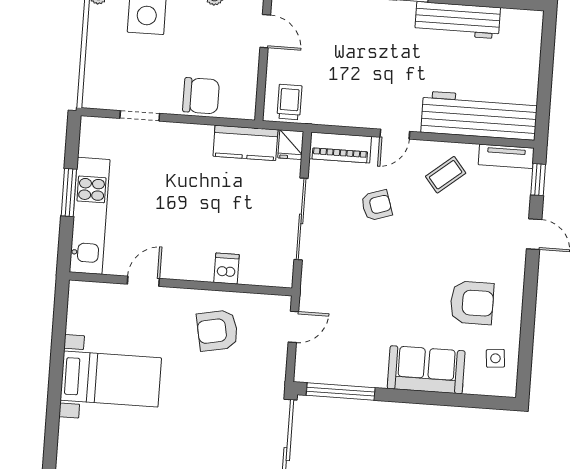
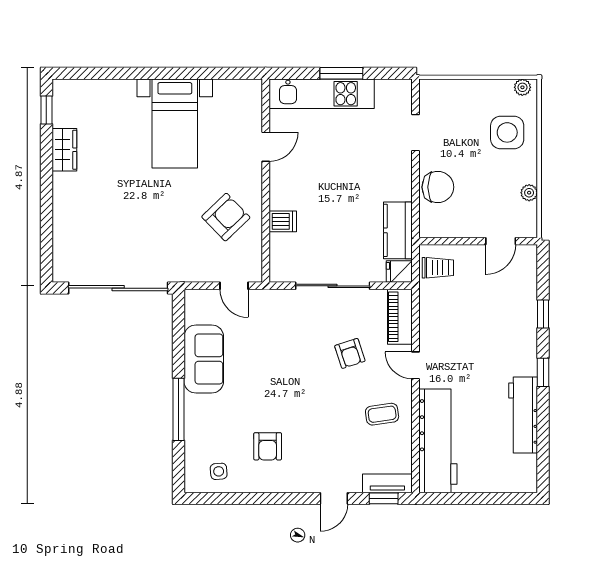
chair: (201, 96) -> (438, 187), turned -90
tv unit: (506, 156) -> (387, 483), moved, turned 90
coffee table: (446, 175) -> (382, 414), turned -59
door: (143, 281) -> (266, 147), hinge flipped
armchair: (472, 303) -> (268, 446), width x0.72, depth x0.72
armchair: (217, 330) -> (226, 217), turned 57
sofa: (426, 370) -> (204, 359), moved
window: (341, 392) -> (178, 409), moved

